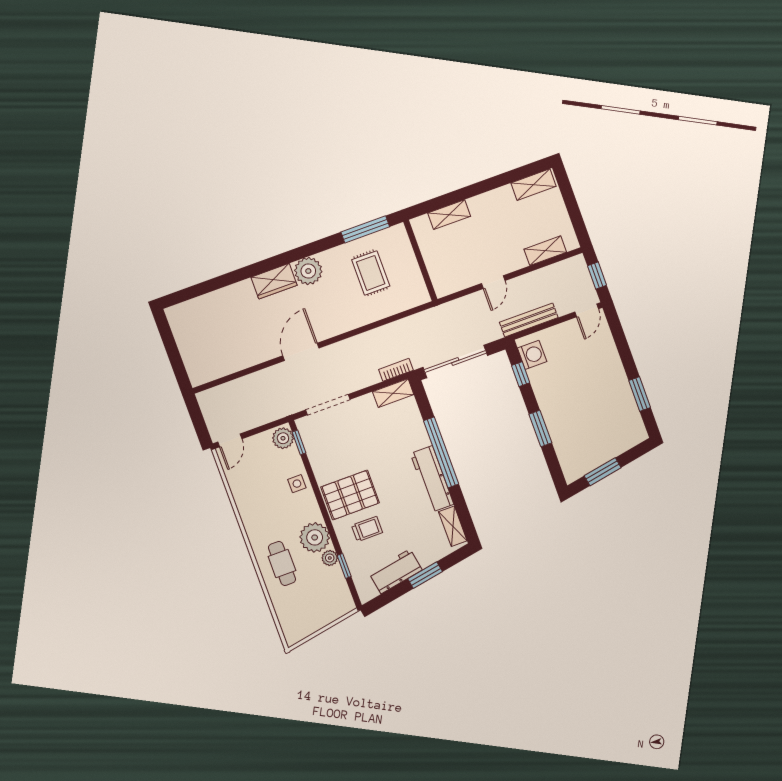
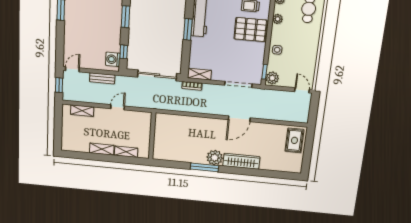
shelving: (533, 185) -> (102, 149), moved
window: (365, 229) -> (204, 167), moved
rug: (371, 273) -> (294, 140), moved
wardrobe: (274, 281) -> (241, 161), width x1.50
bench: (529, 320) -> (102, 78), width x0.73
door: (230, 440) -> (302, 90), hinge flipped
window: (441, 452) -> (188, 29), width x0.47
plant: (315, 537) -> (278, 19), width x0.53, depth x0.53

